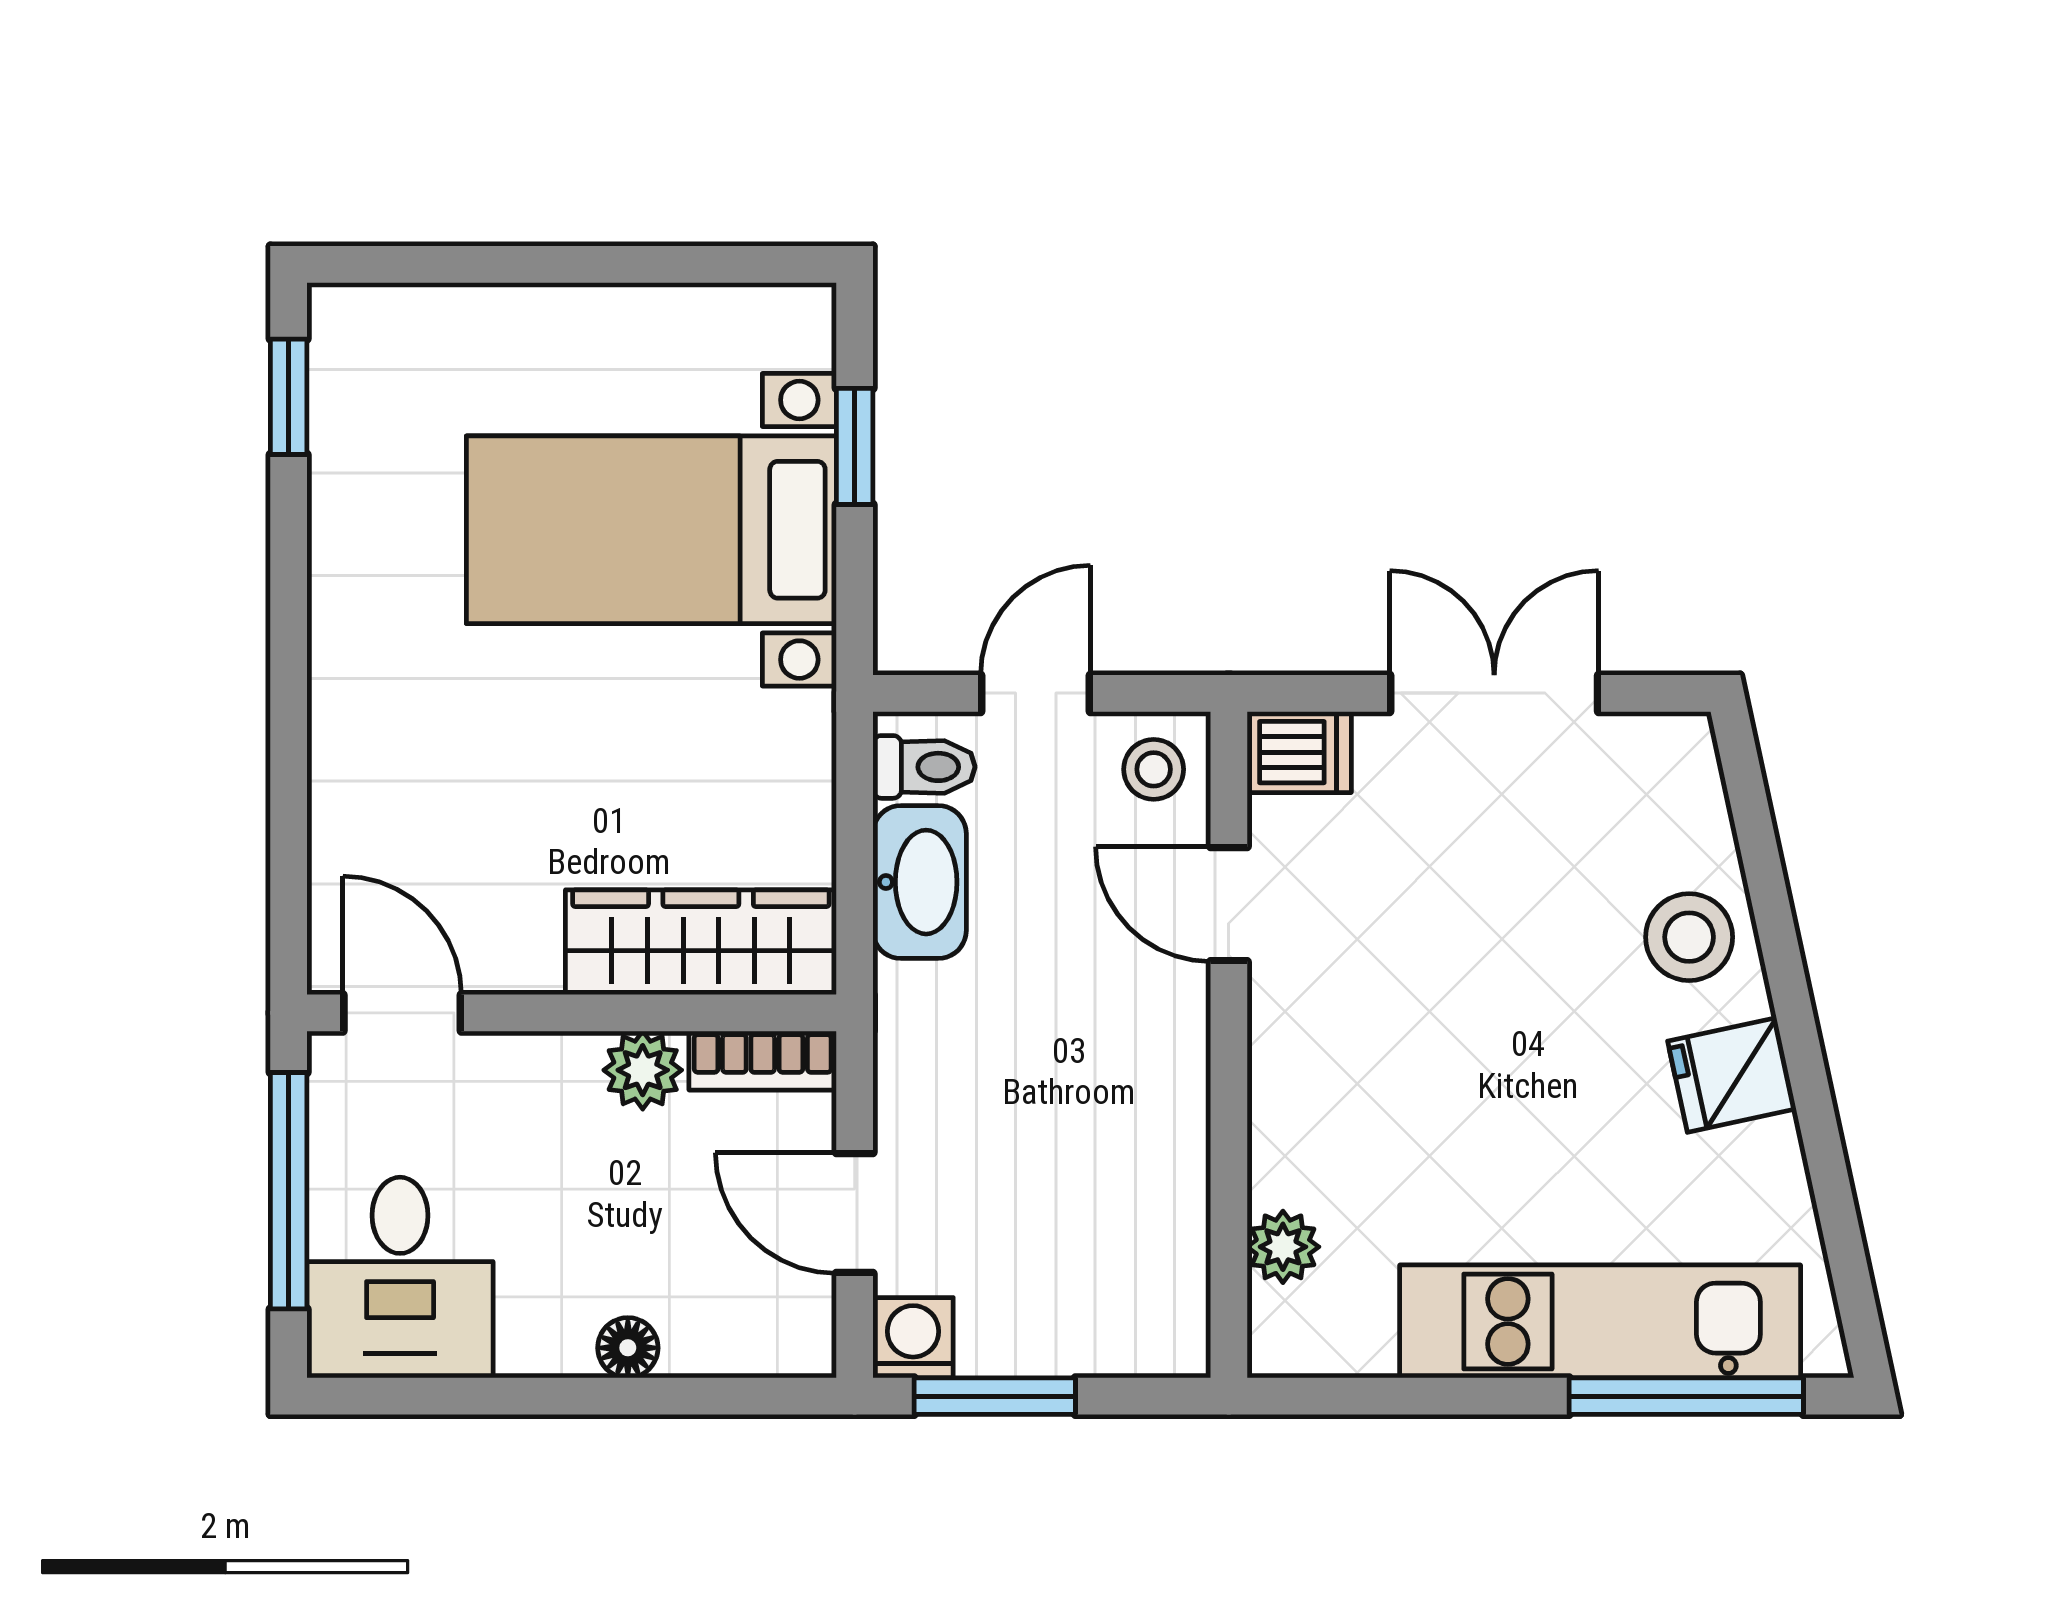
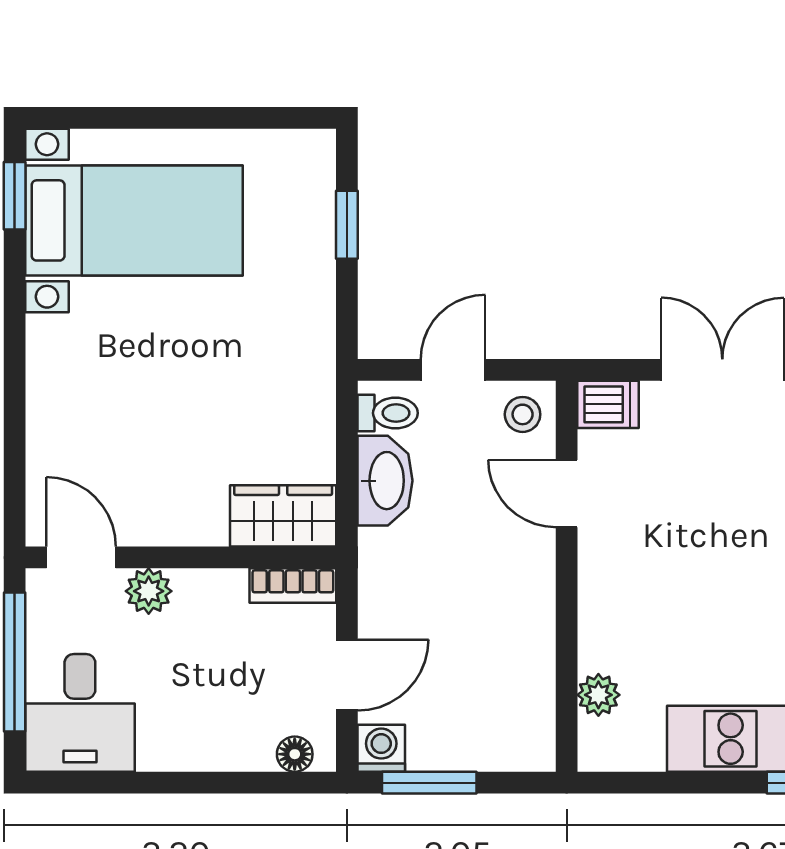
bed with nightstands: (651, 530) -> (134, 220), moved, turned 180
wardrobe: (701, 942) -> (283, 516), width x0.67
plant: (643, 1070) -> (149, 591), moved
door: (855, 1213) -> (347, 675), swing flipped
floor lamp: (628, 1348) -> (295, 754), moved

